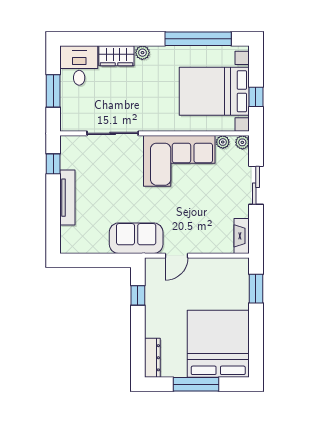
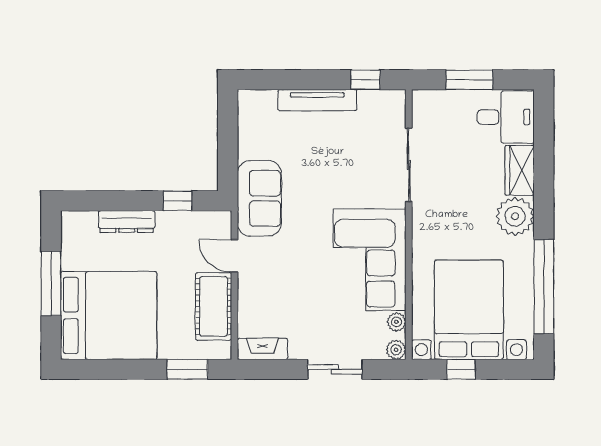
plant: (142, 53) -> (515, 216), width x1.88, depth x1.88
cot: (212, 270) -> (214, 306), added
dresser: (152, 358) -> (127, 221), moved

